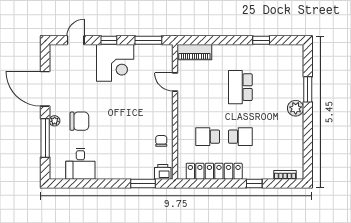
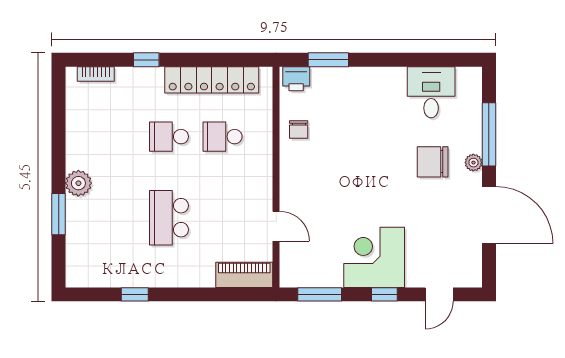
school desk: (240, 87) -> (169, 218), turned 180
school desk: (208, 137) -> (223, 137), turned 180

